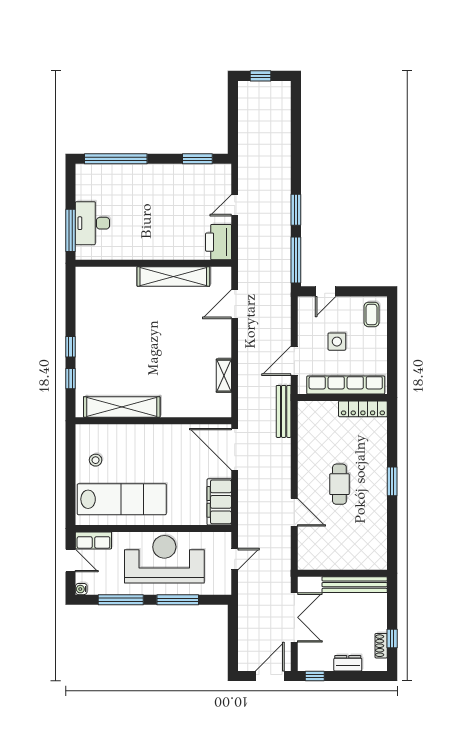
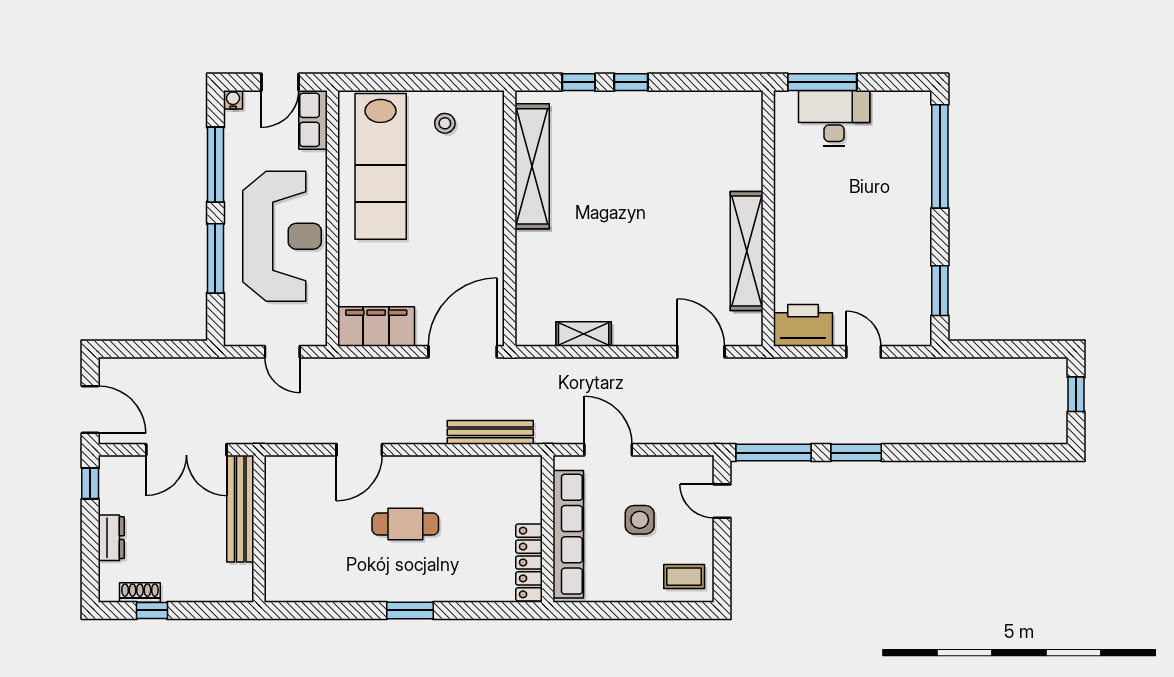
bench: (284, 411) -> (490, 432), moved
bench: (355, 585) -> (240, 509), moved

